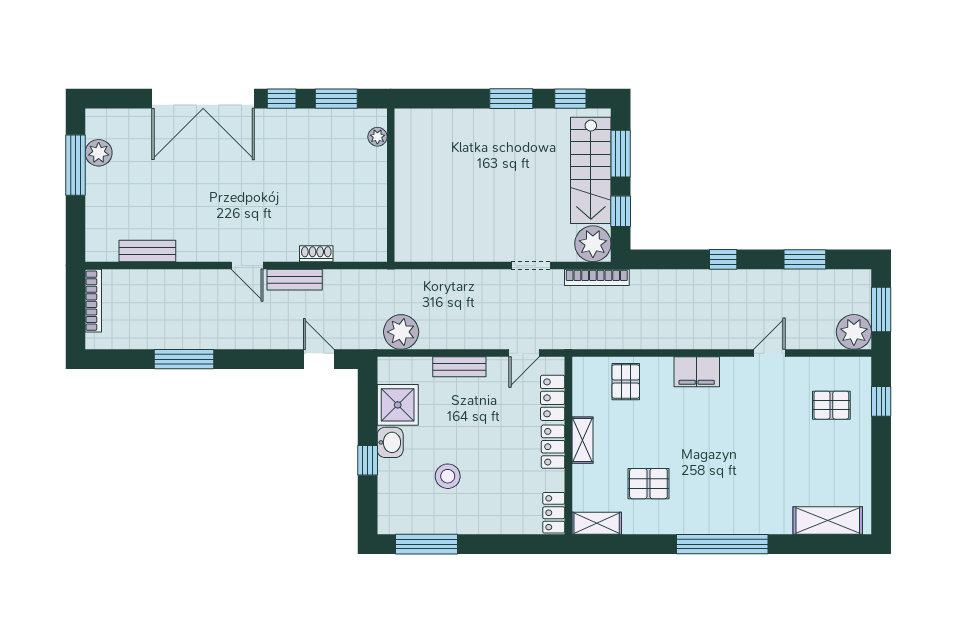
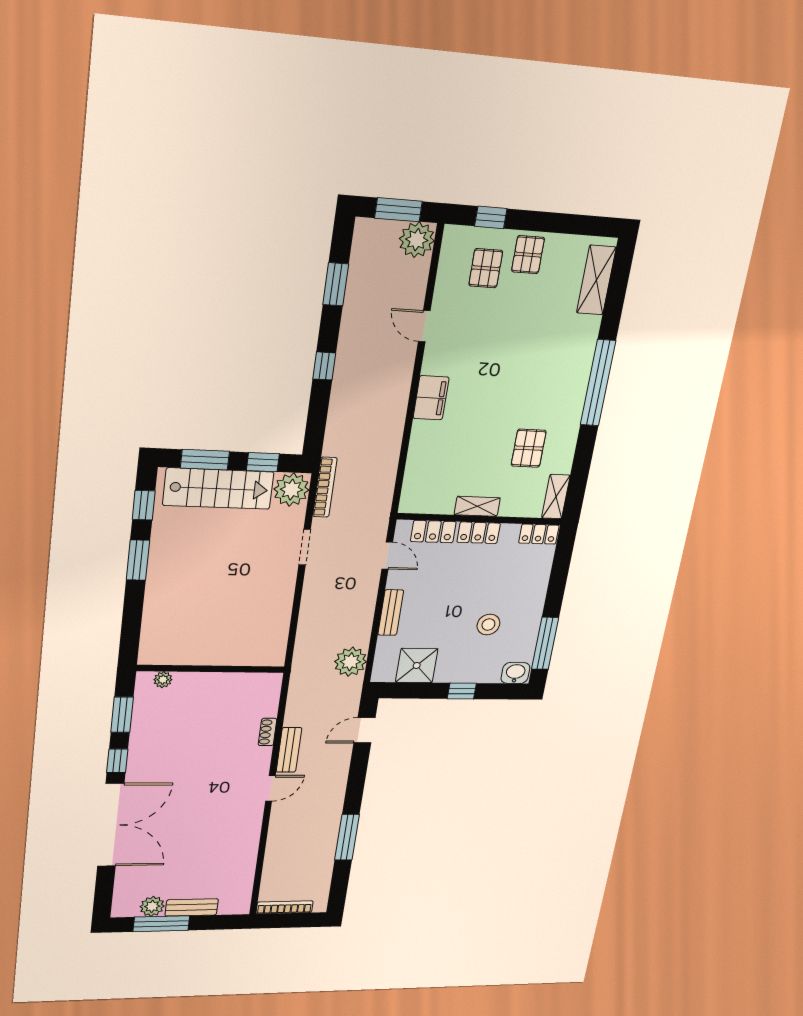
bench: (147, 251) -> (192, 907), moved, turned 90
pallet: (626, 382) -> (528, 255), moved, turned 90
washbasin: (390, 442) -> (515, 673), moved

